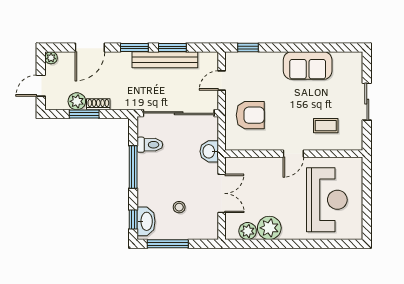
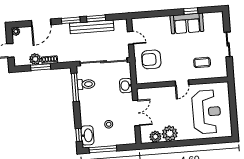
window: (248, 47) -> (191, 11), moved
door: (222, 81) -> (130, 38), swing flipped
armchair: (250, 115) -> (151, 59), turned 180
window: (133, 167) -> (75, 87), moved

